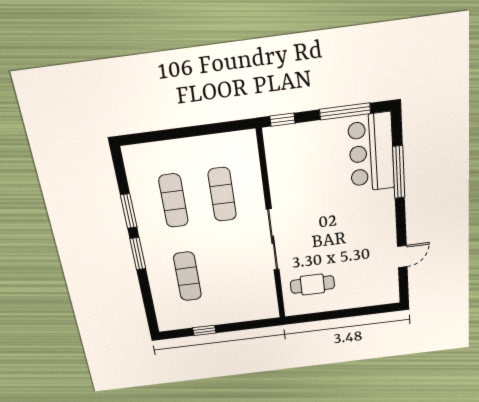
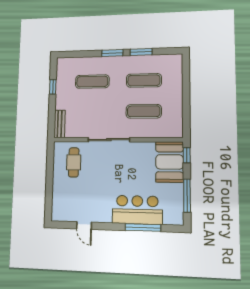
booth: (296, 145) -> (170, 162), added
bar counter: (371, 153) -> (137, 210), moved
bench: (258, 313) -> (60, 124), added

